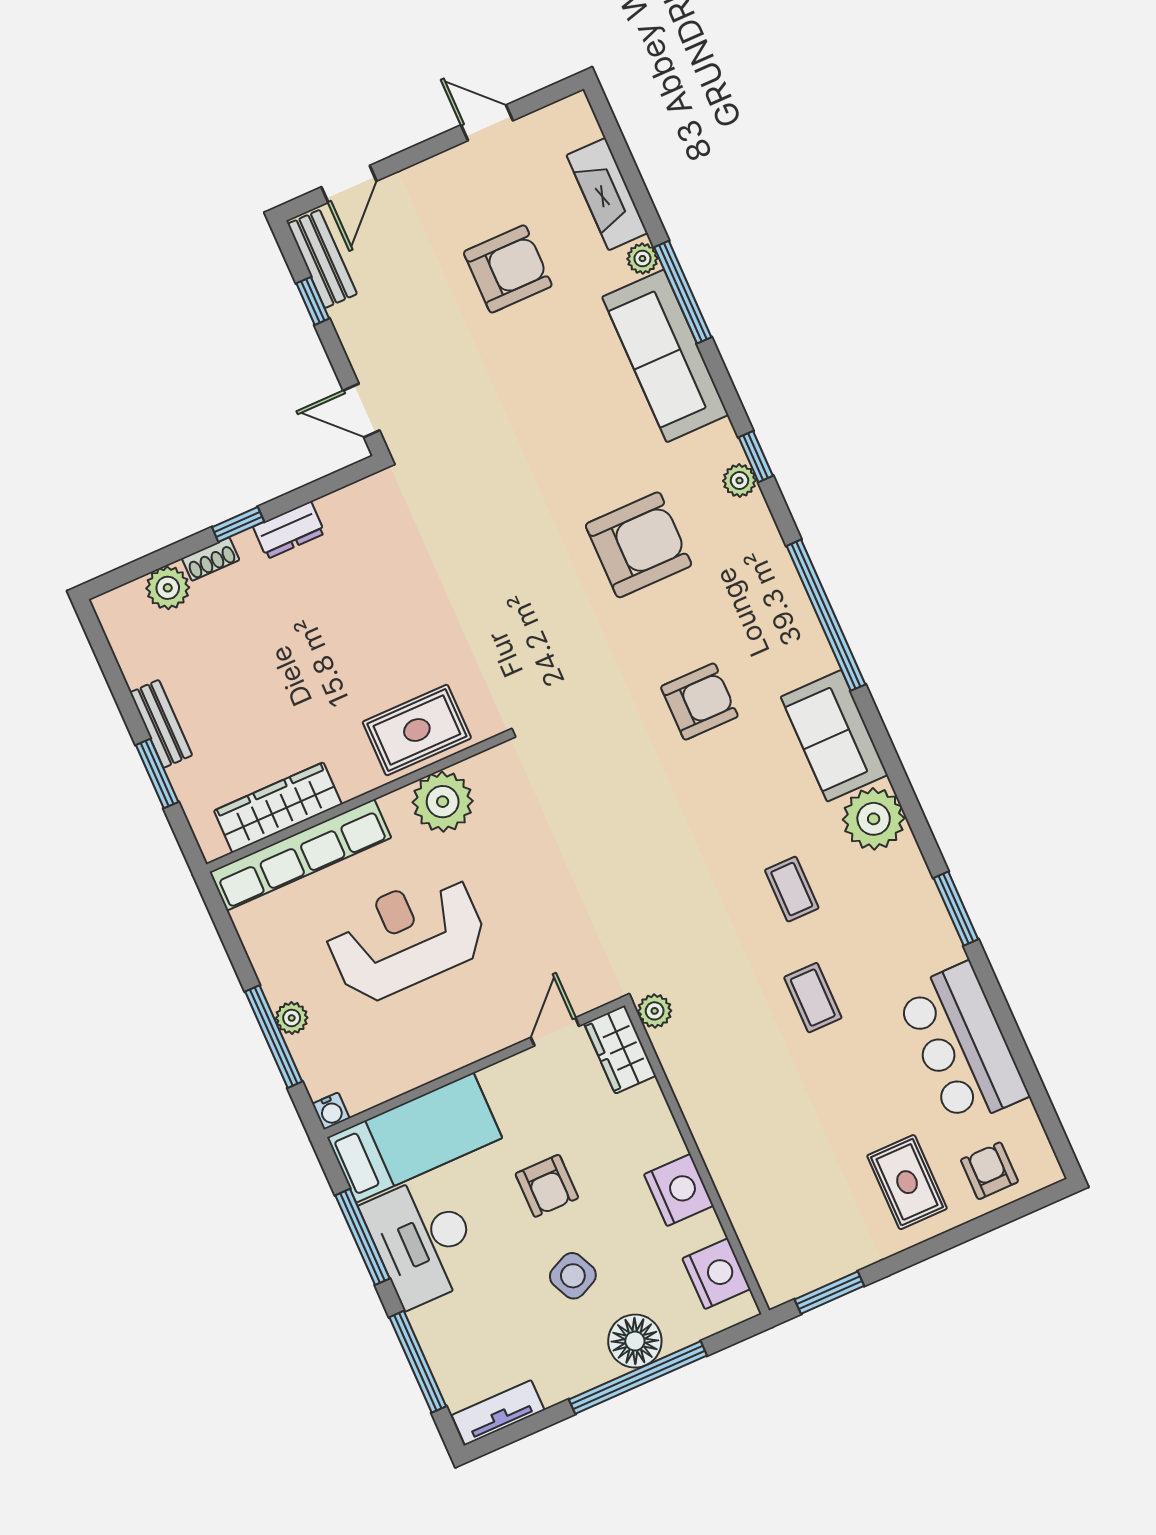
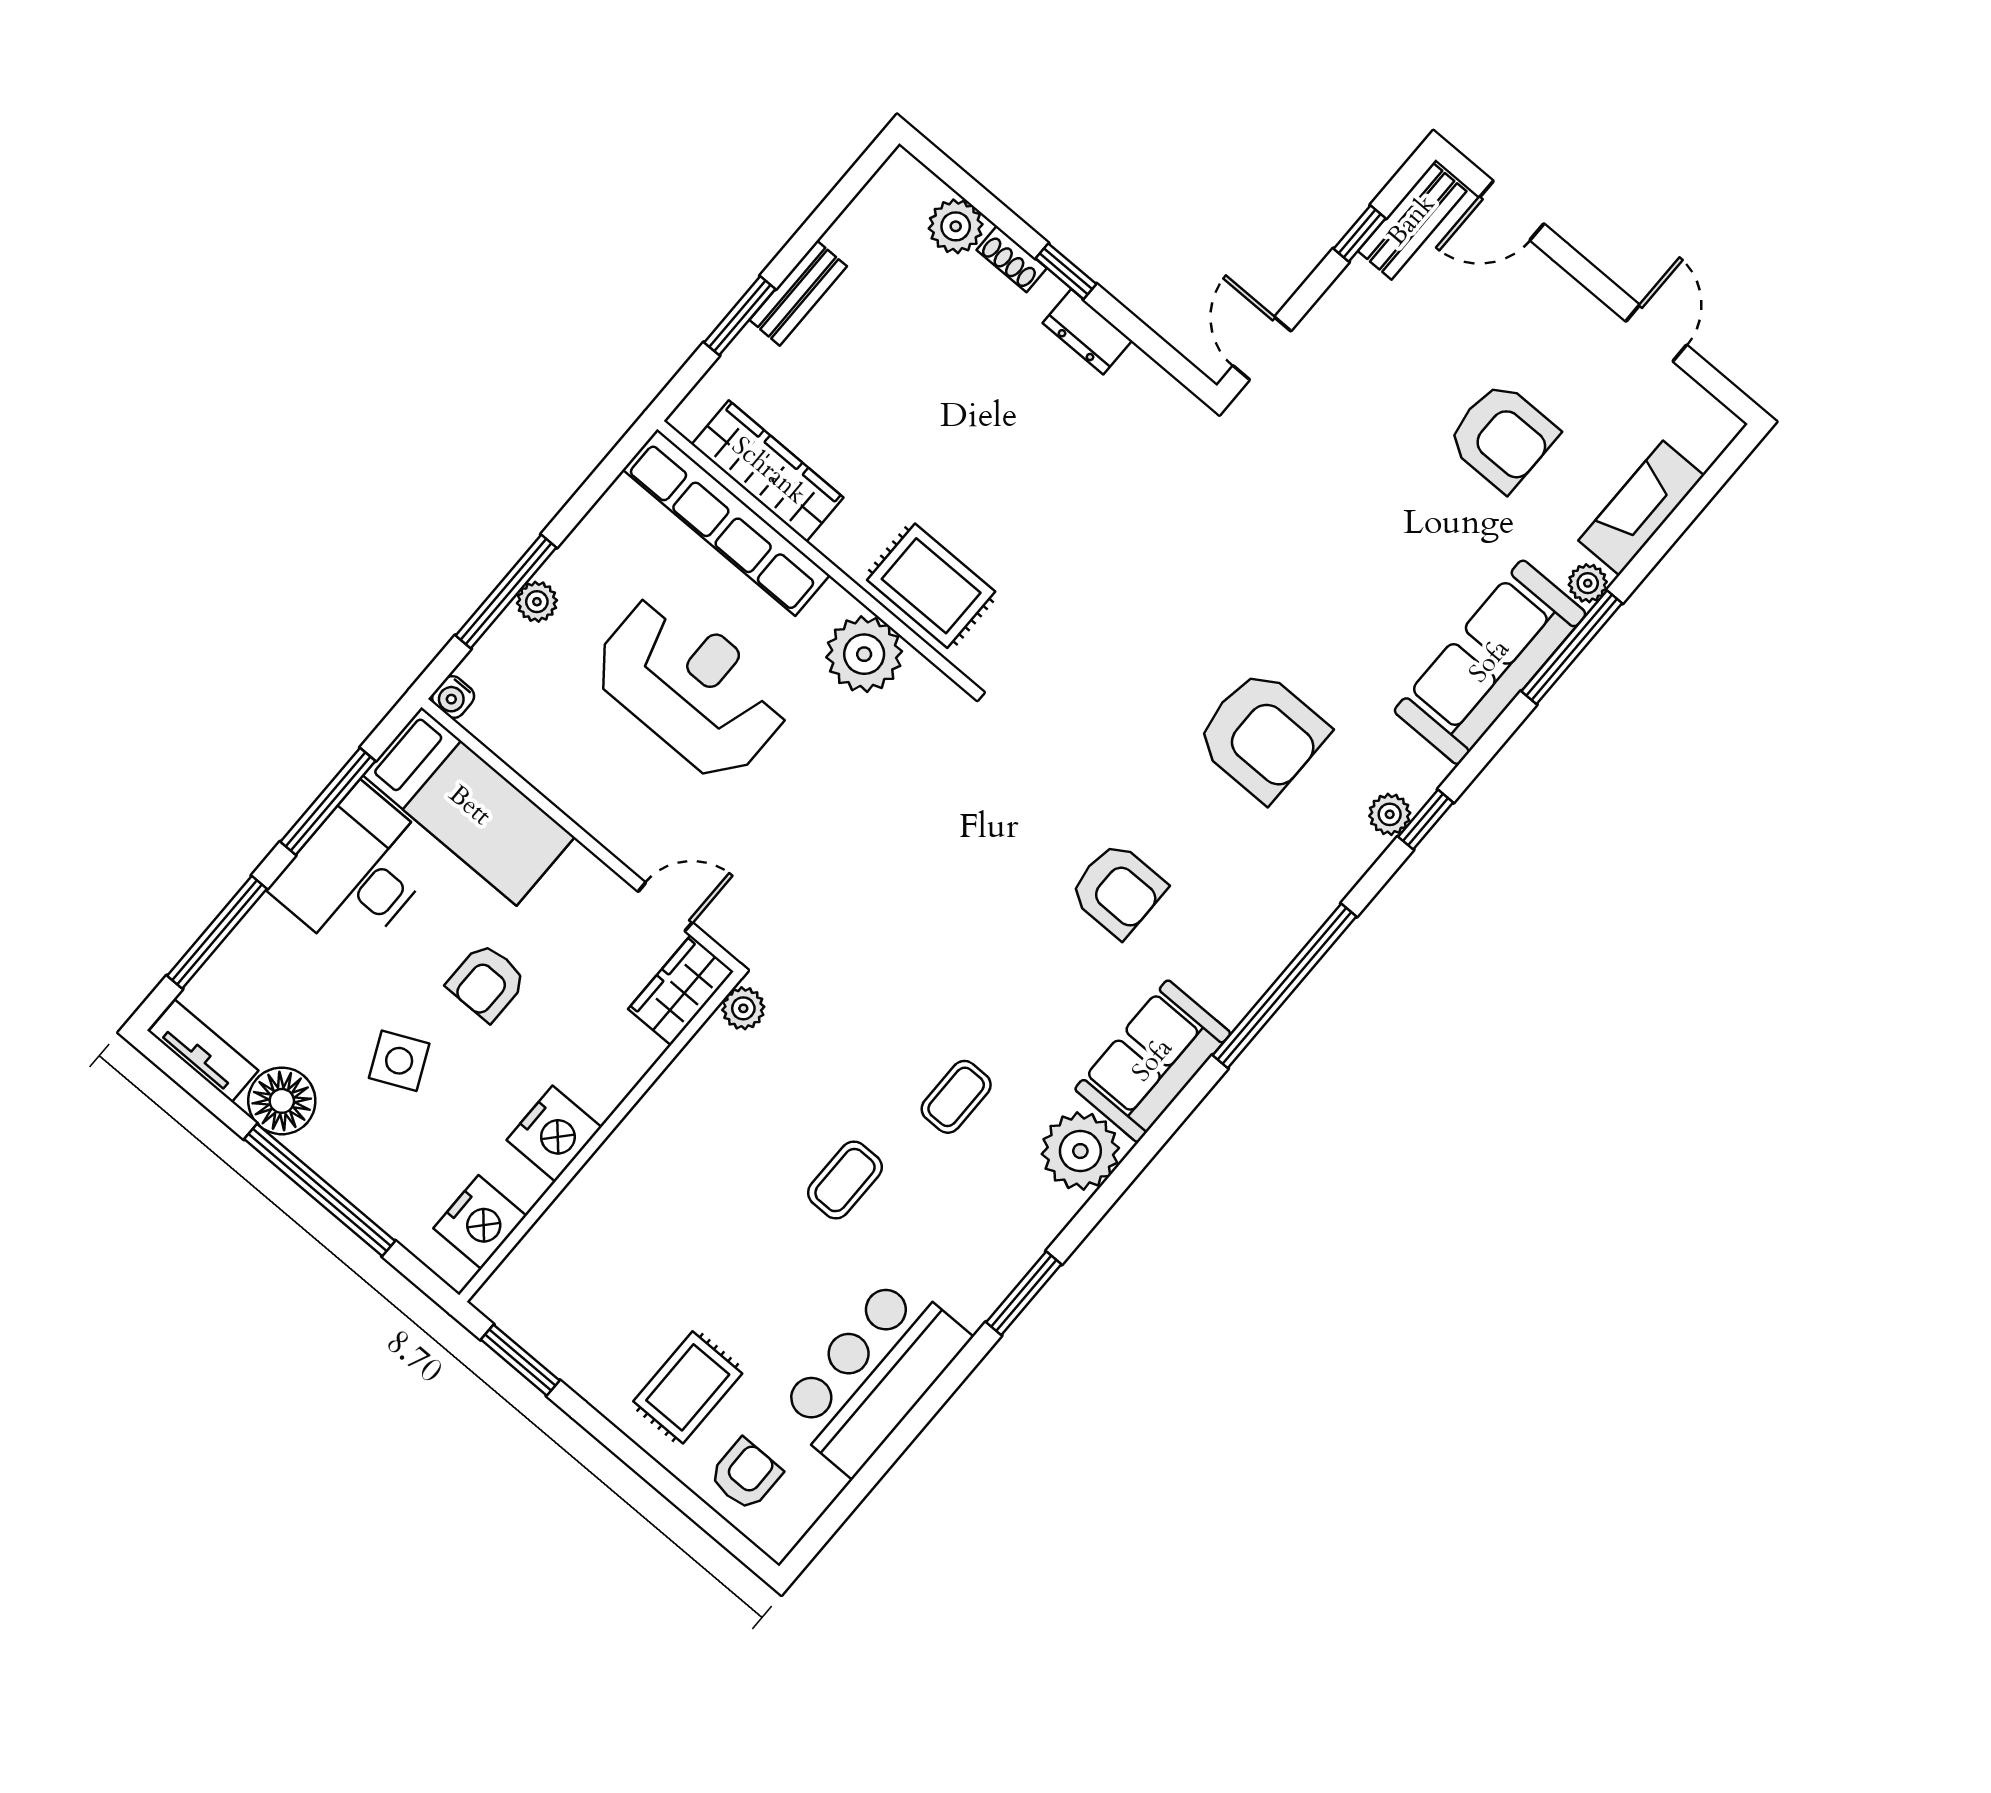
floor lamp: (635, 1341) -> (282, 1101), moved

